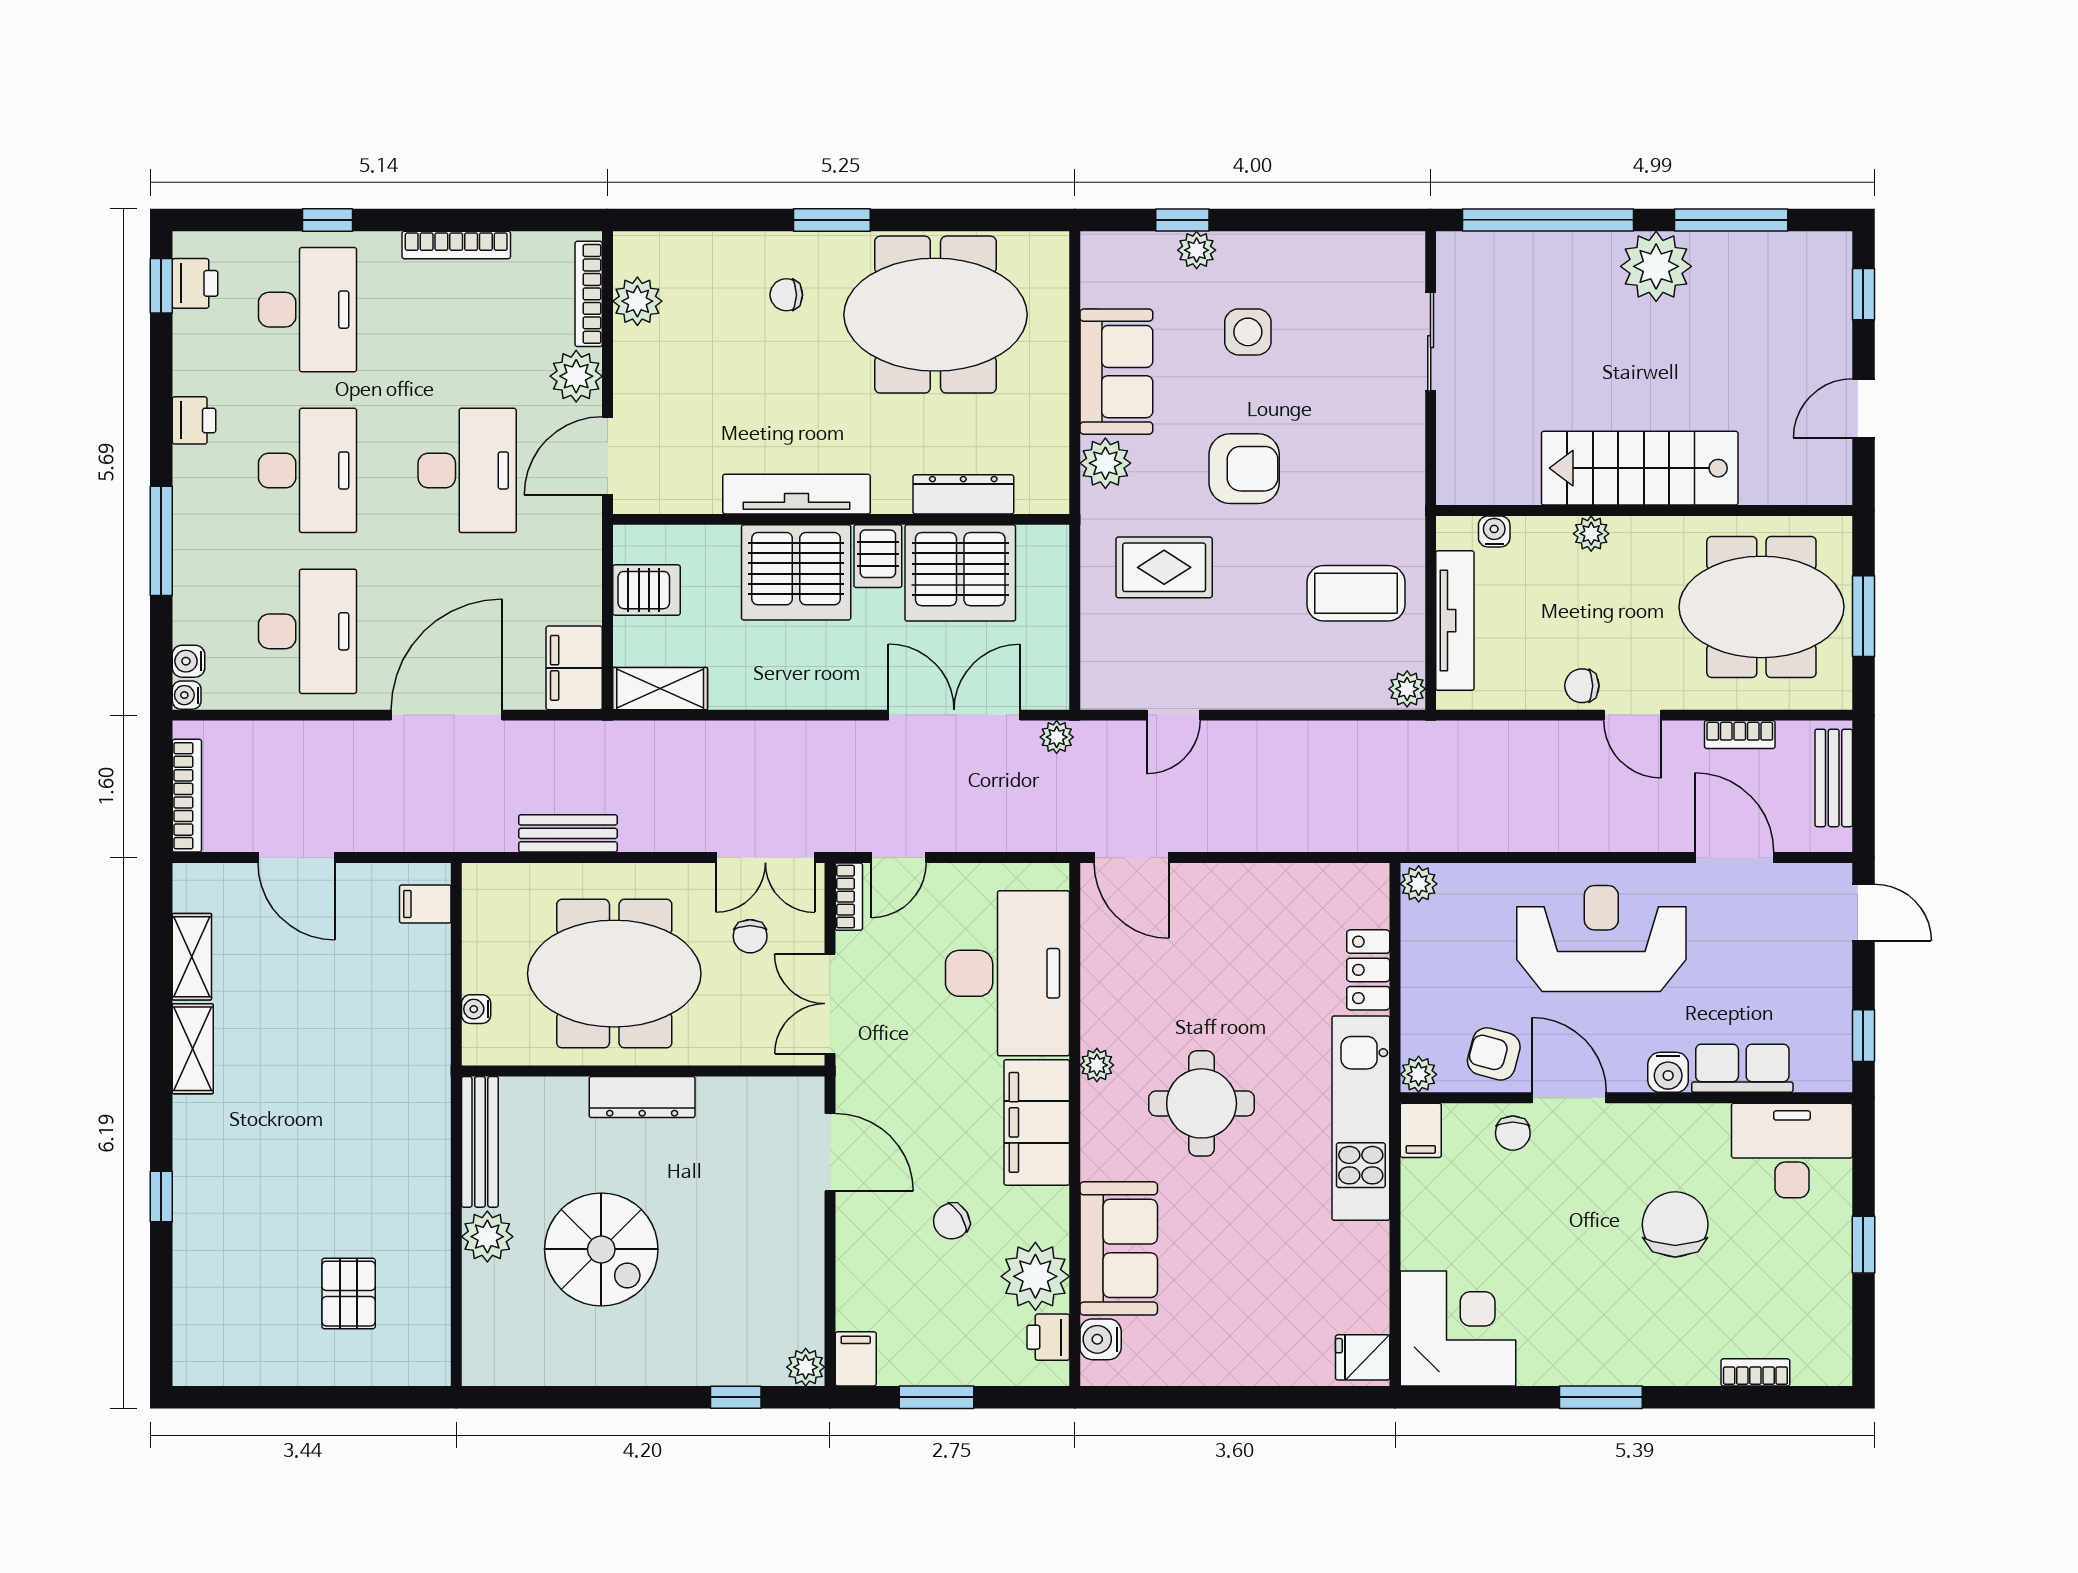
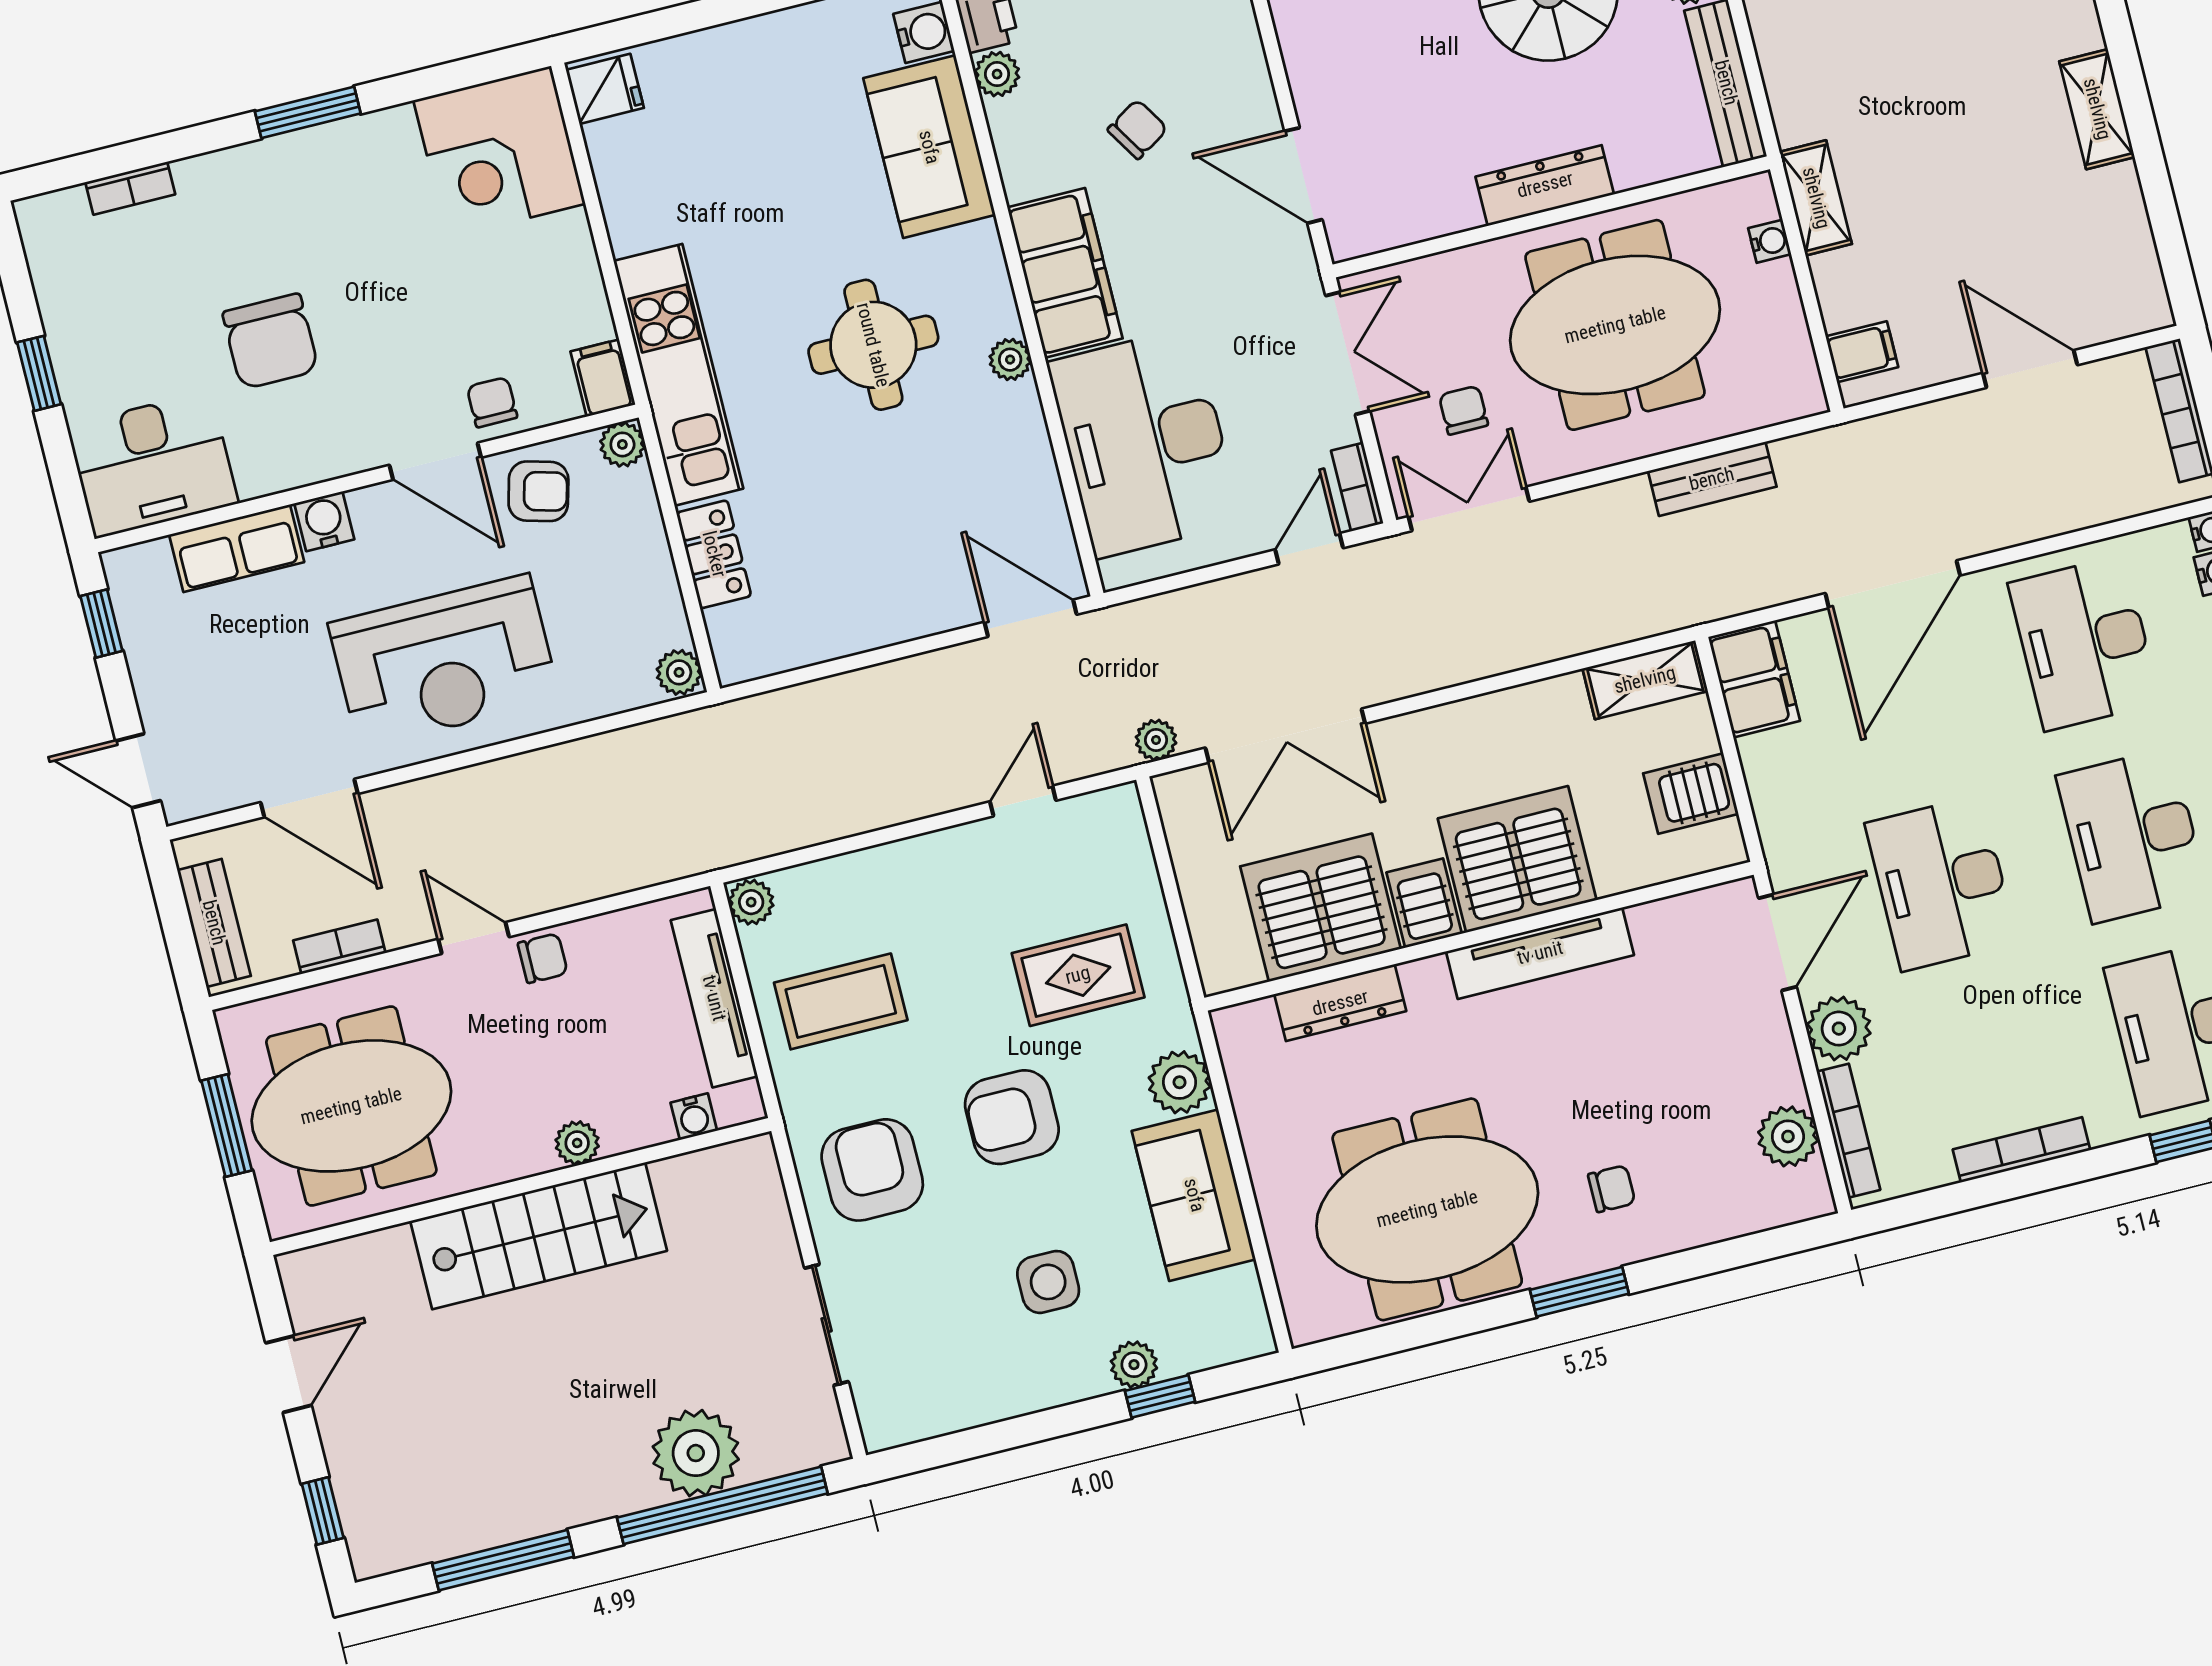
plant: (1656, 266) -> (696, 1453), moved
armchair: (1364, 455) -> (872, 1170), added
shelving: (192, 957) -> (1816, 198), moved
plant: (1035, 1276) -> (997, 74), width x0.53, depth x0.53

